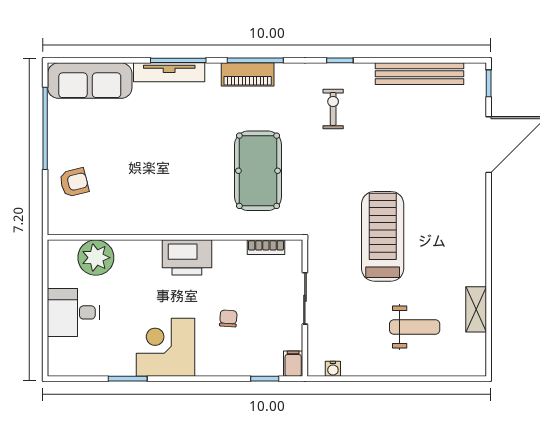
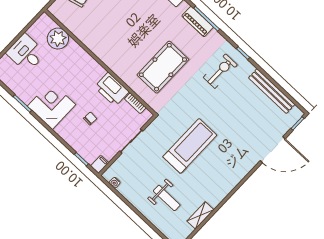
exercise bike: (333, 109) -> (220, 71), width x1.38, depth x1.39
printer: (187, 257) -> (112, 89), moved

